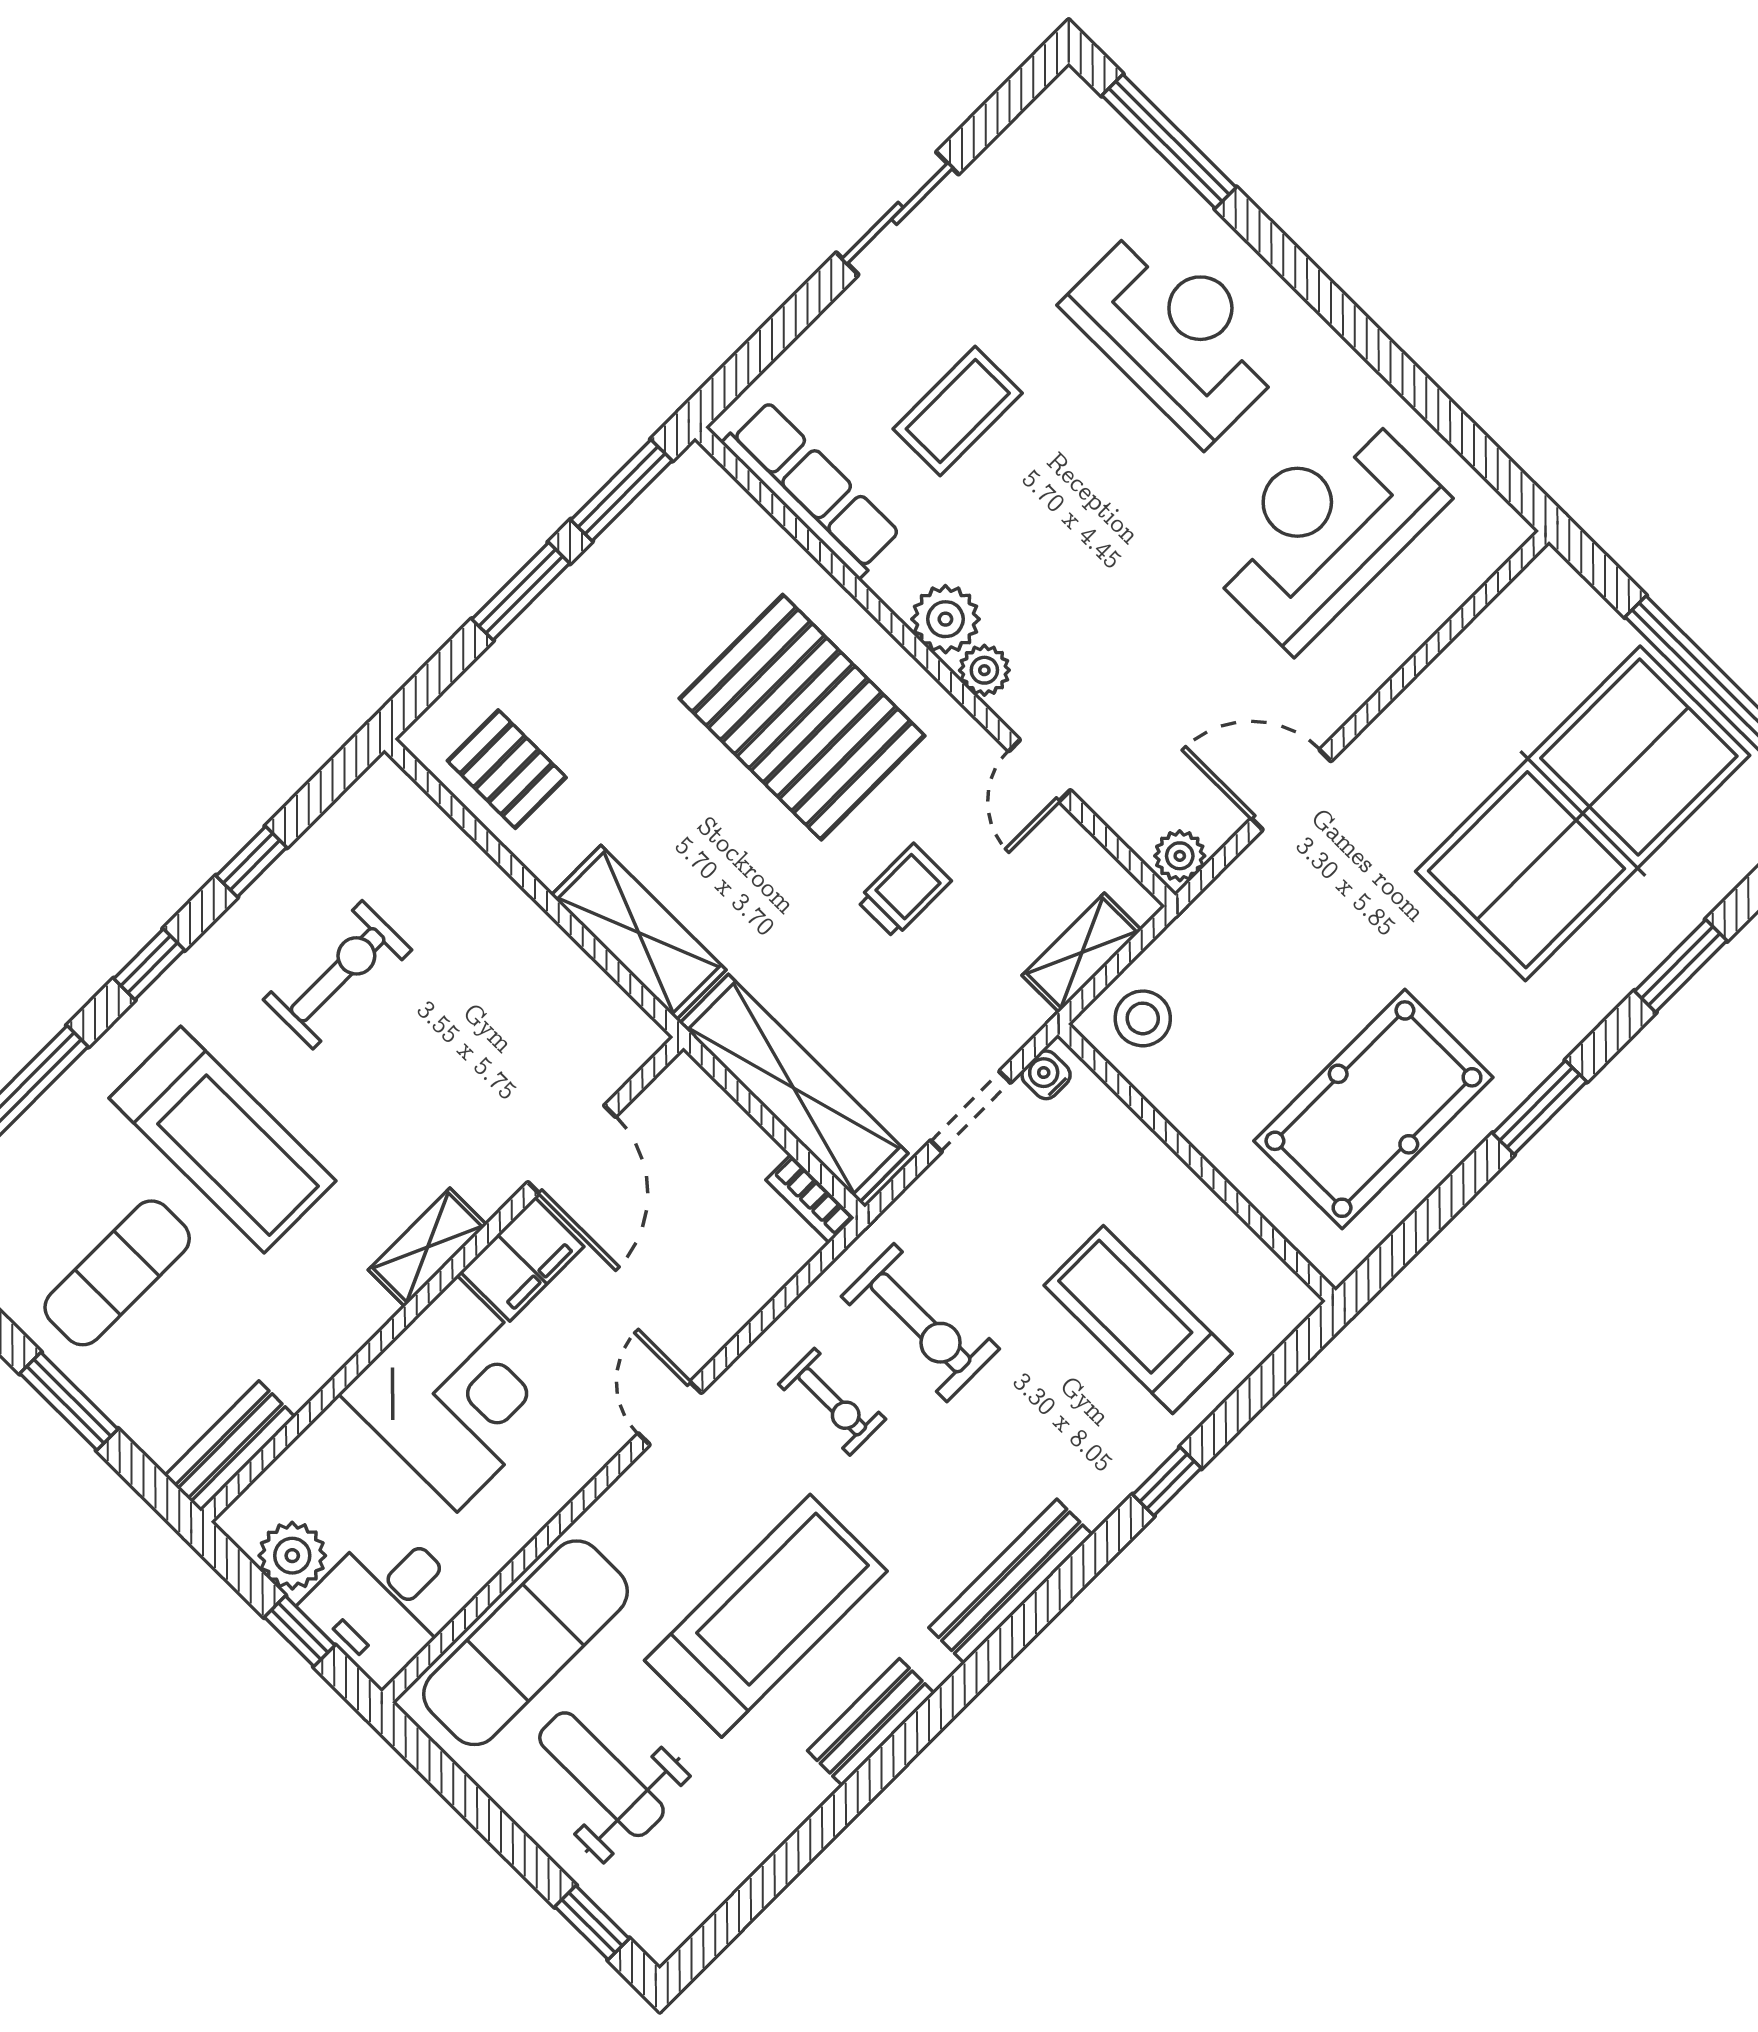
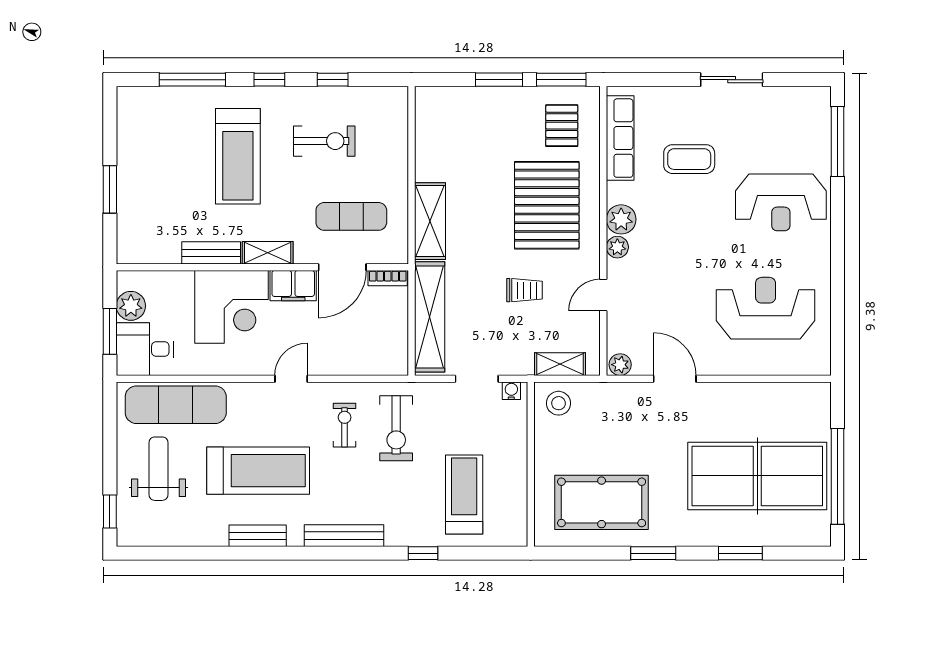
reception desk: (1176, 332) -> (781, 202), turned 90
pallet: (507, 769) -> (562, 126), moved
bookcase: (810, 1199) -> (388, 278), moved, turned -90
exercise mat: (117, 1273) -> (351, 216), moved
exercise bike: (832, 1402) -> (345, 425), turned 180
bench: (230, 1446) -> (211, 253), moved
window: (300, 1631) -> (110, 331), width x1.50

